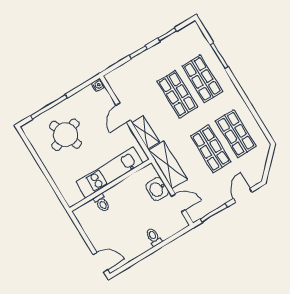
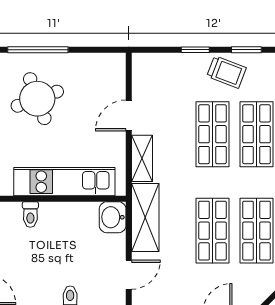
trolley: (164, 54) -> (227, 72), added
water cooler: (98, 85) -> (118, 60), removed
washbasin: (157, 189) -> (113, 217), moved
door: (178, 203) -> (129, 275), hinge flipped

